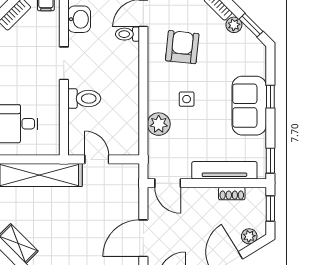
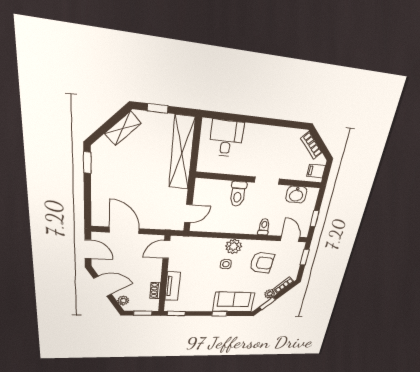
toilet: (127, 34) -> (264, 227), moved
sofa: (249, 106) -> (234, 302), moved
plant: (159, 124) -> (234, 246), moved
door: (97, 159) -> (188, 214), moved
tv unit: (224, 170) -> (172, 286), width x0.71

